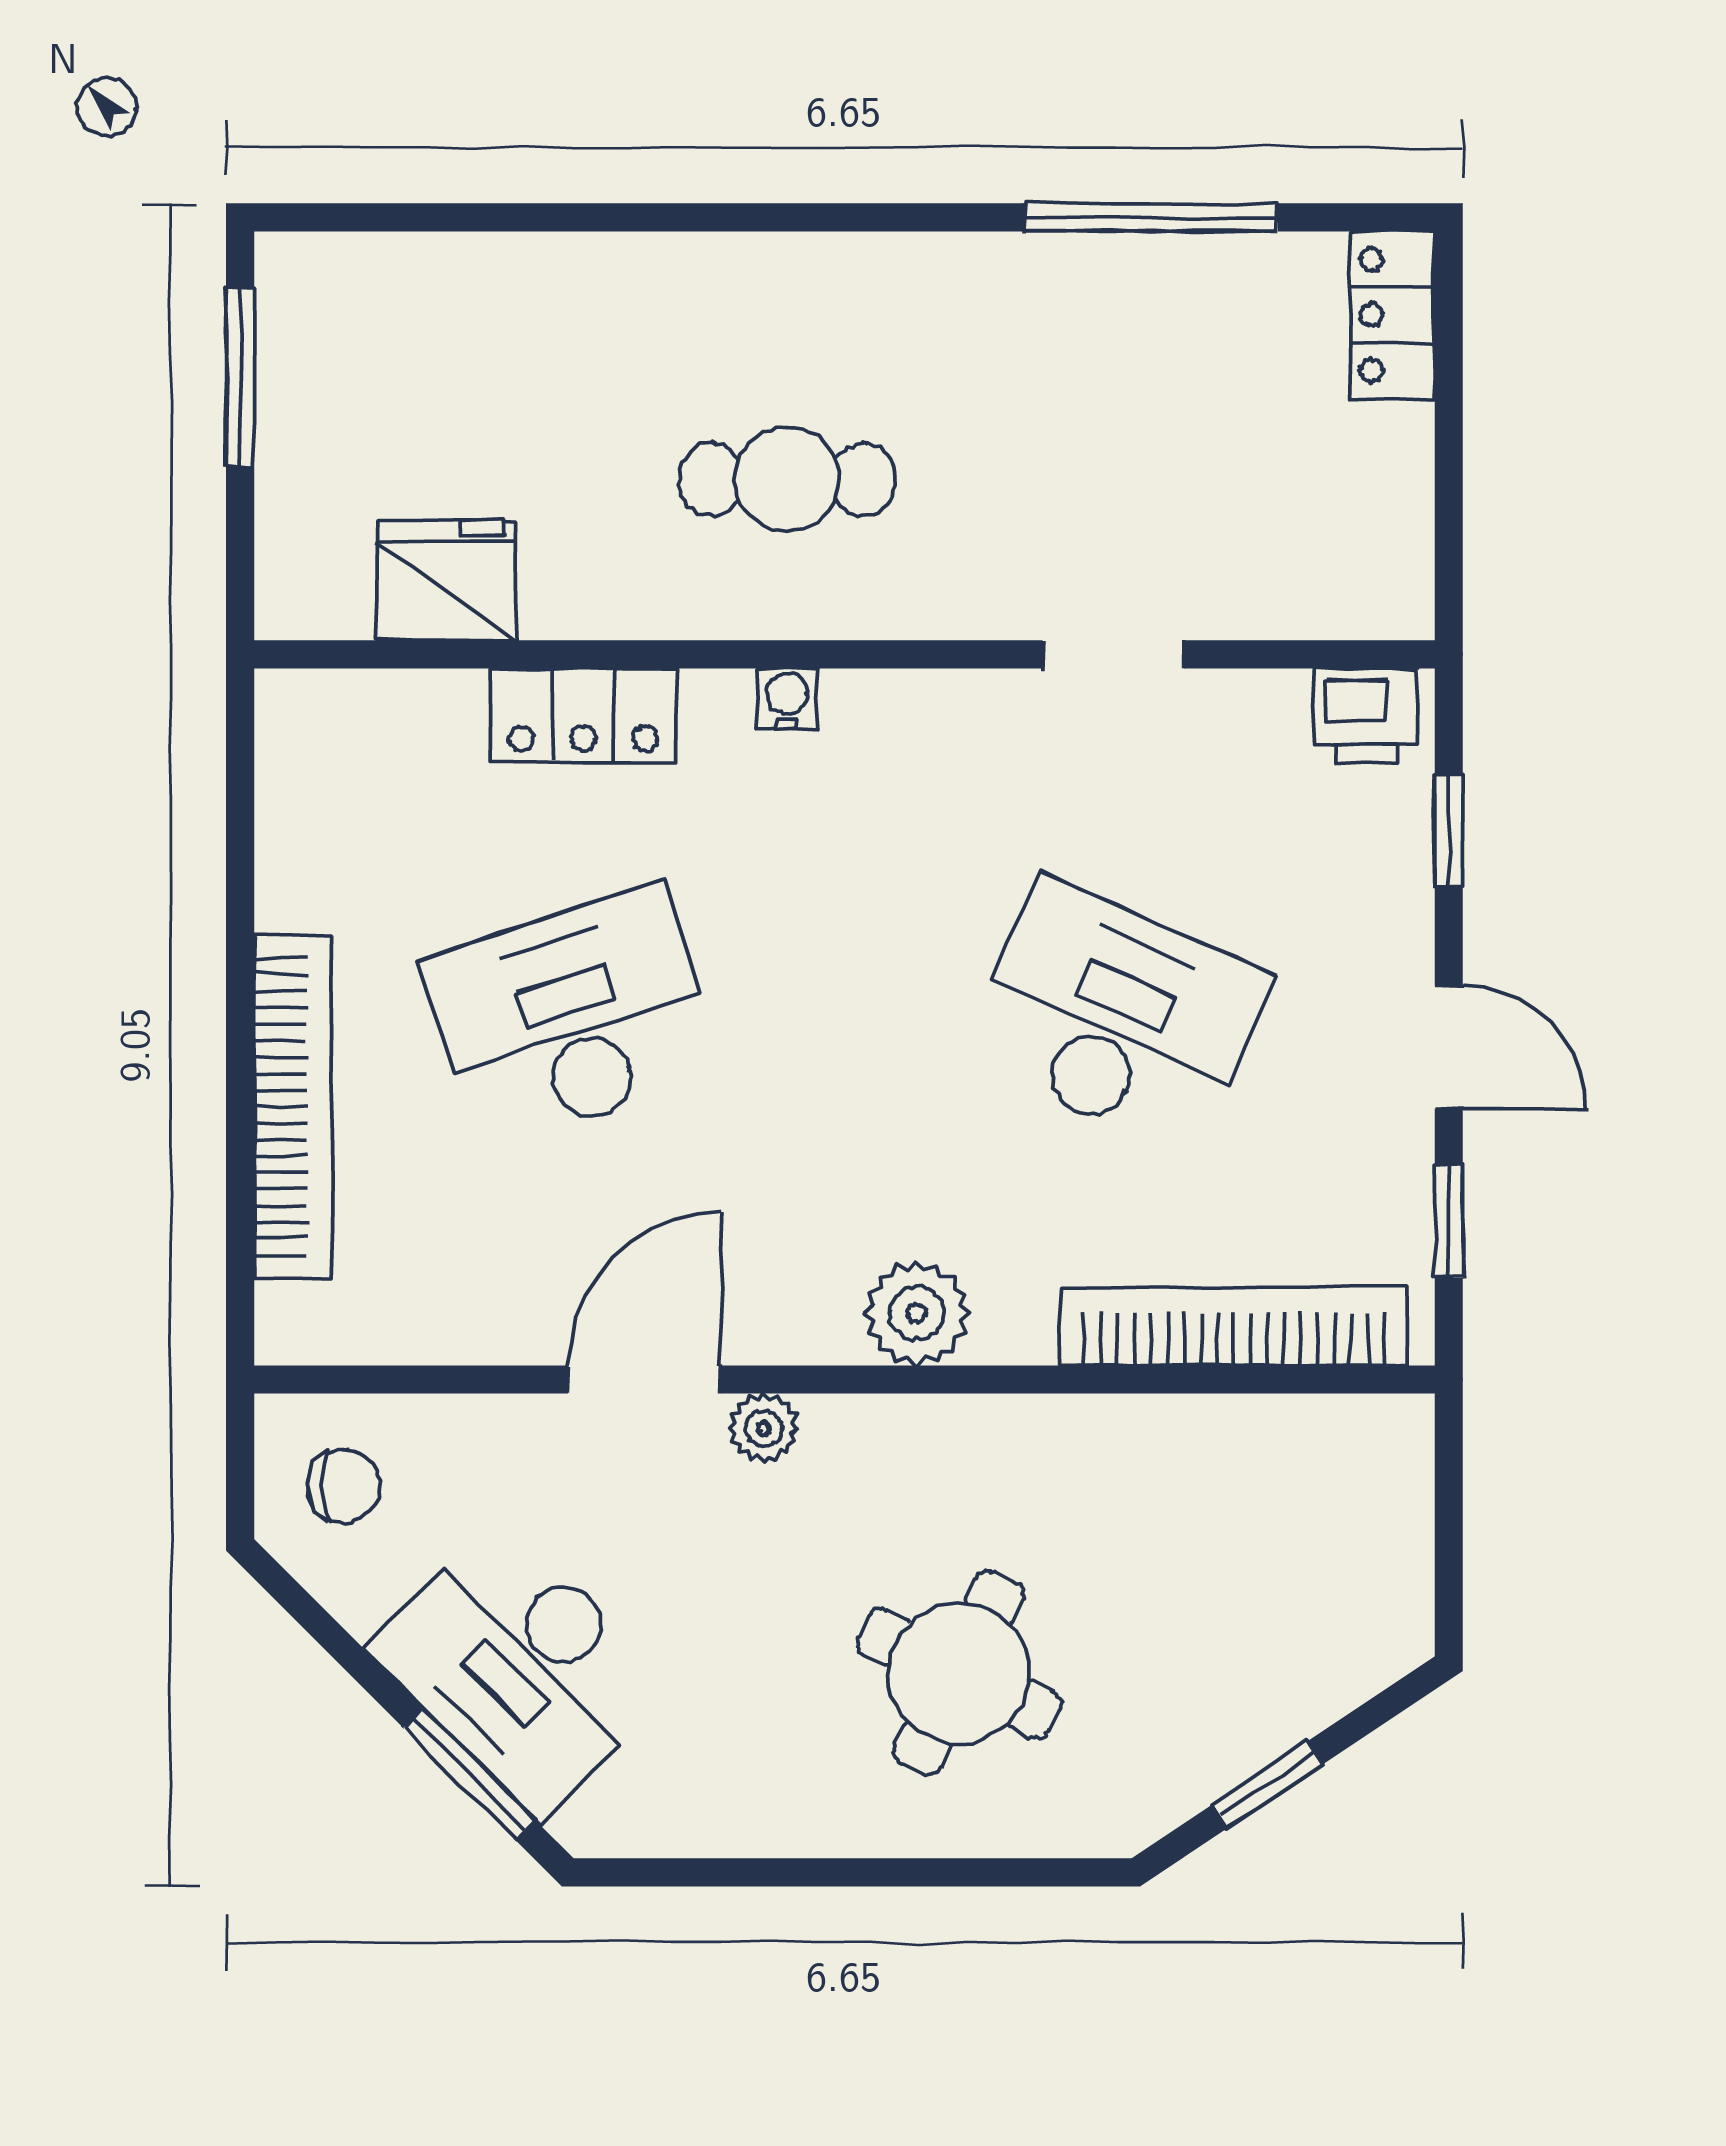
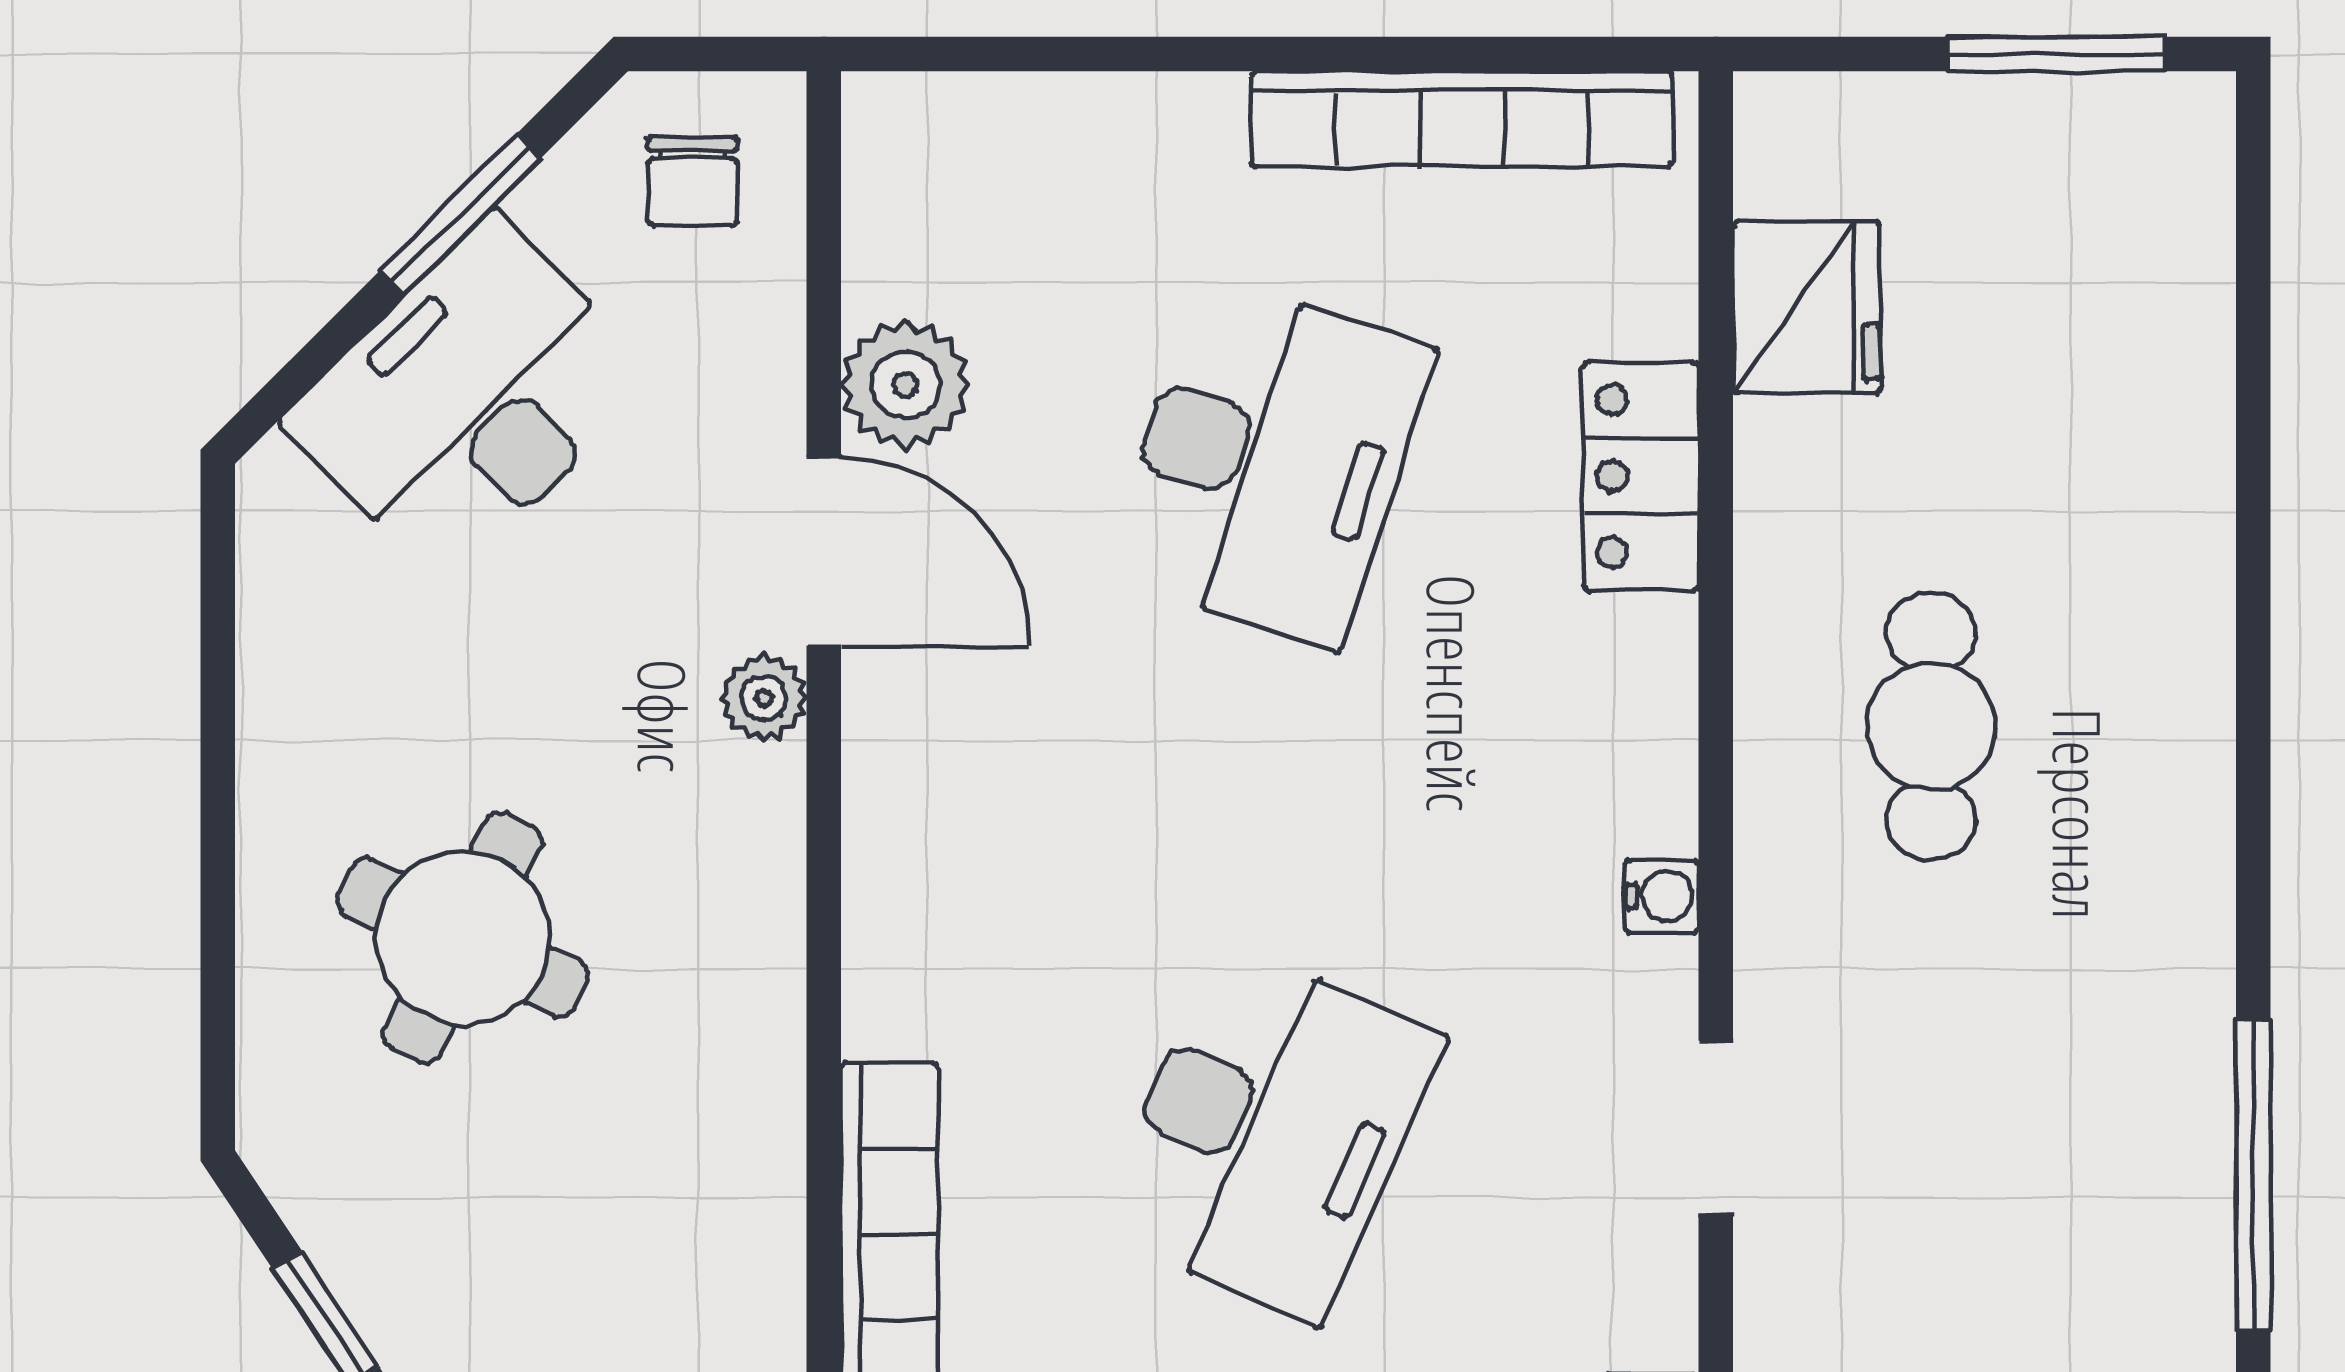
water cooler: (787, 698) -> (1662, 896), moved
desk: (572, 1017) -> (1270, 462), turned 36
bookcase: (293, 1106) -> (1462, 119), moved
plant: (917, 1313) -> (905, 385), moved
window: (469, 1774) -> (460, 215), moved

